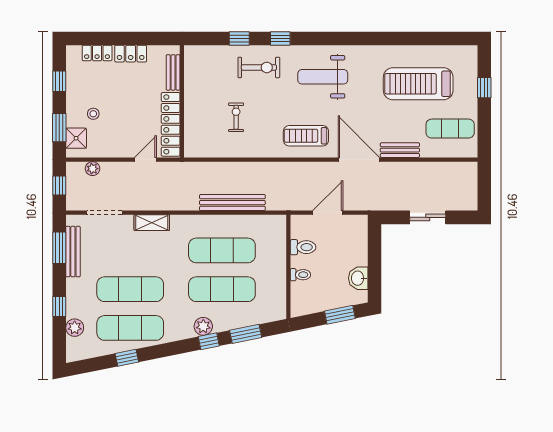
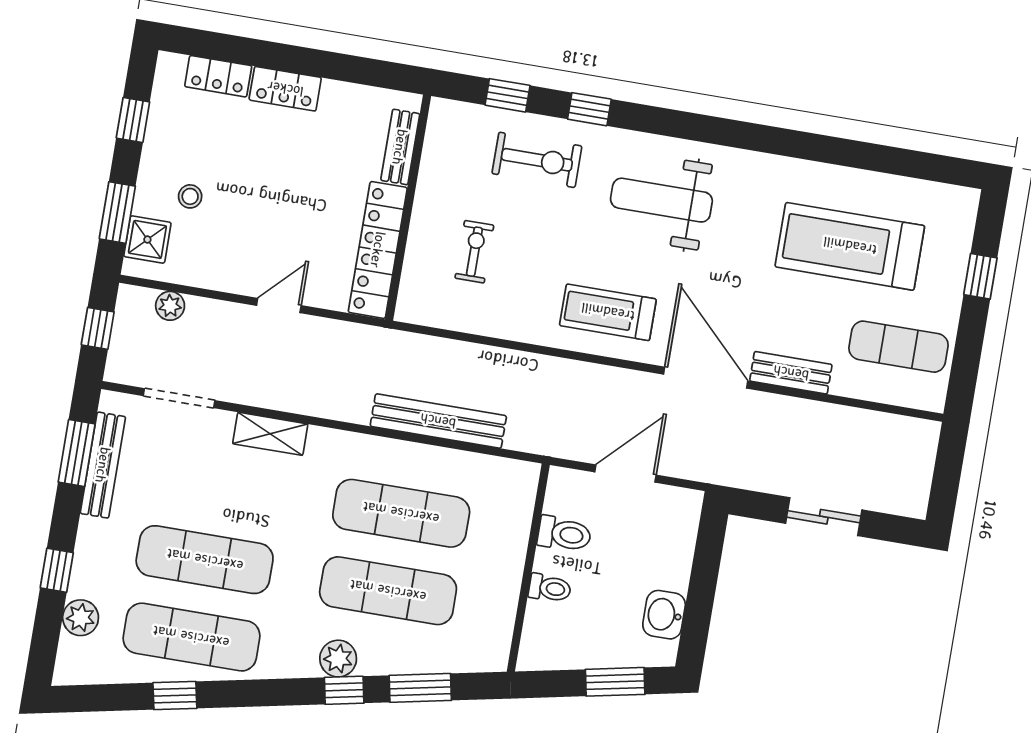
bench: (173, 72) -> (400, 147), moved
wall: (182, 101) -> (408, 208), moved
locker: (171, 124) -> (378, 250), moved

